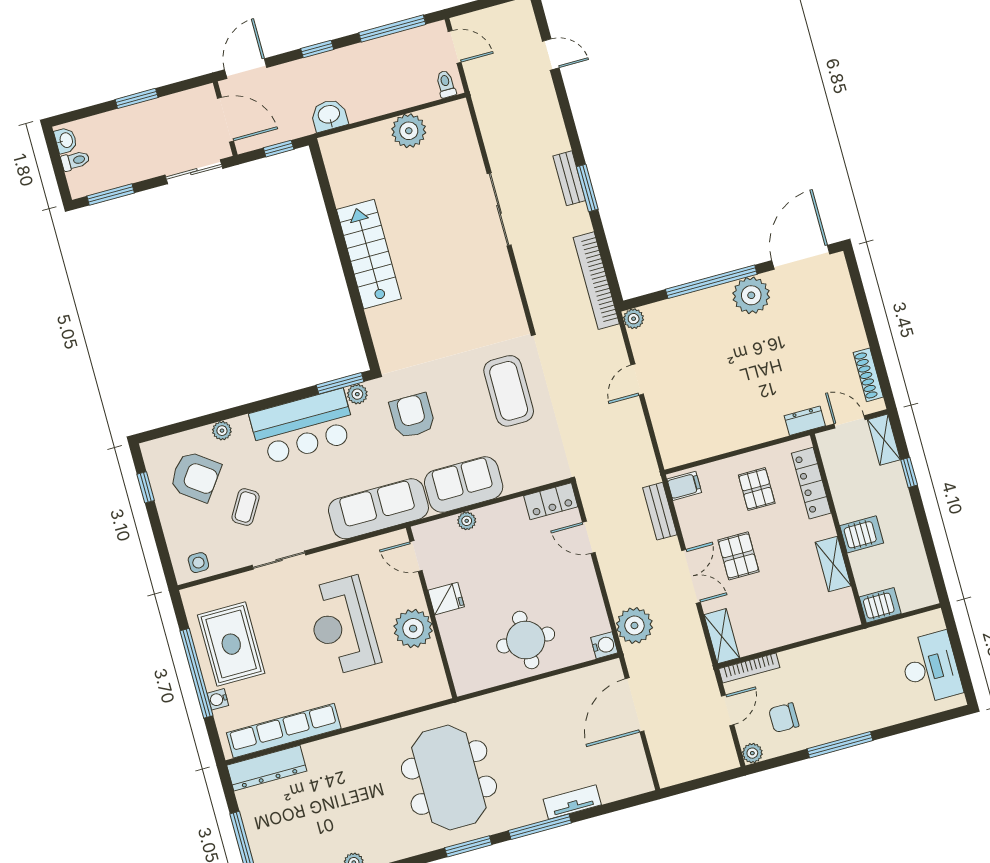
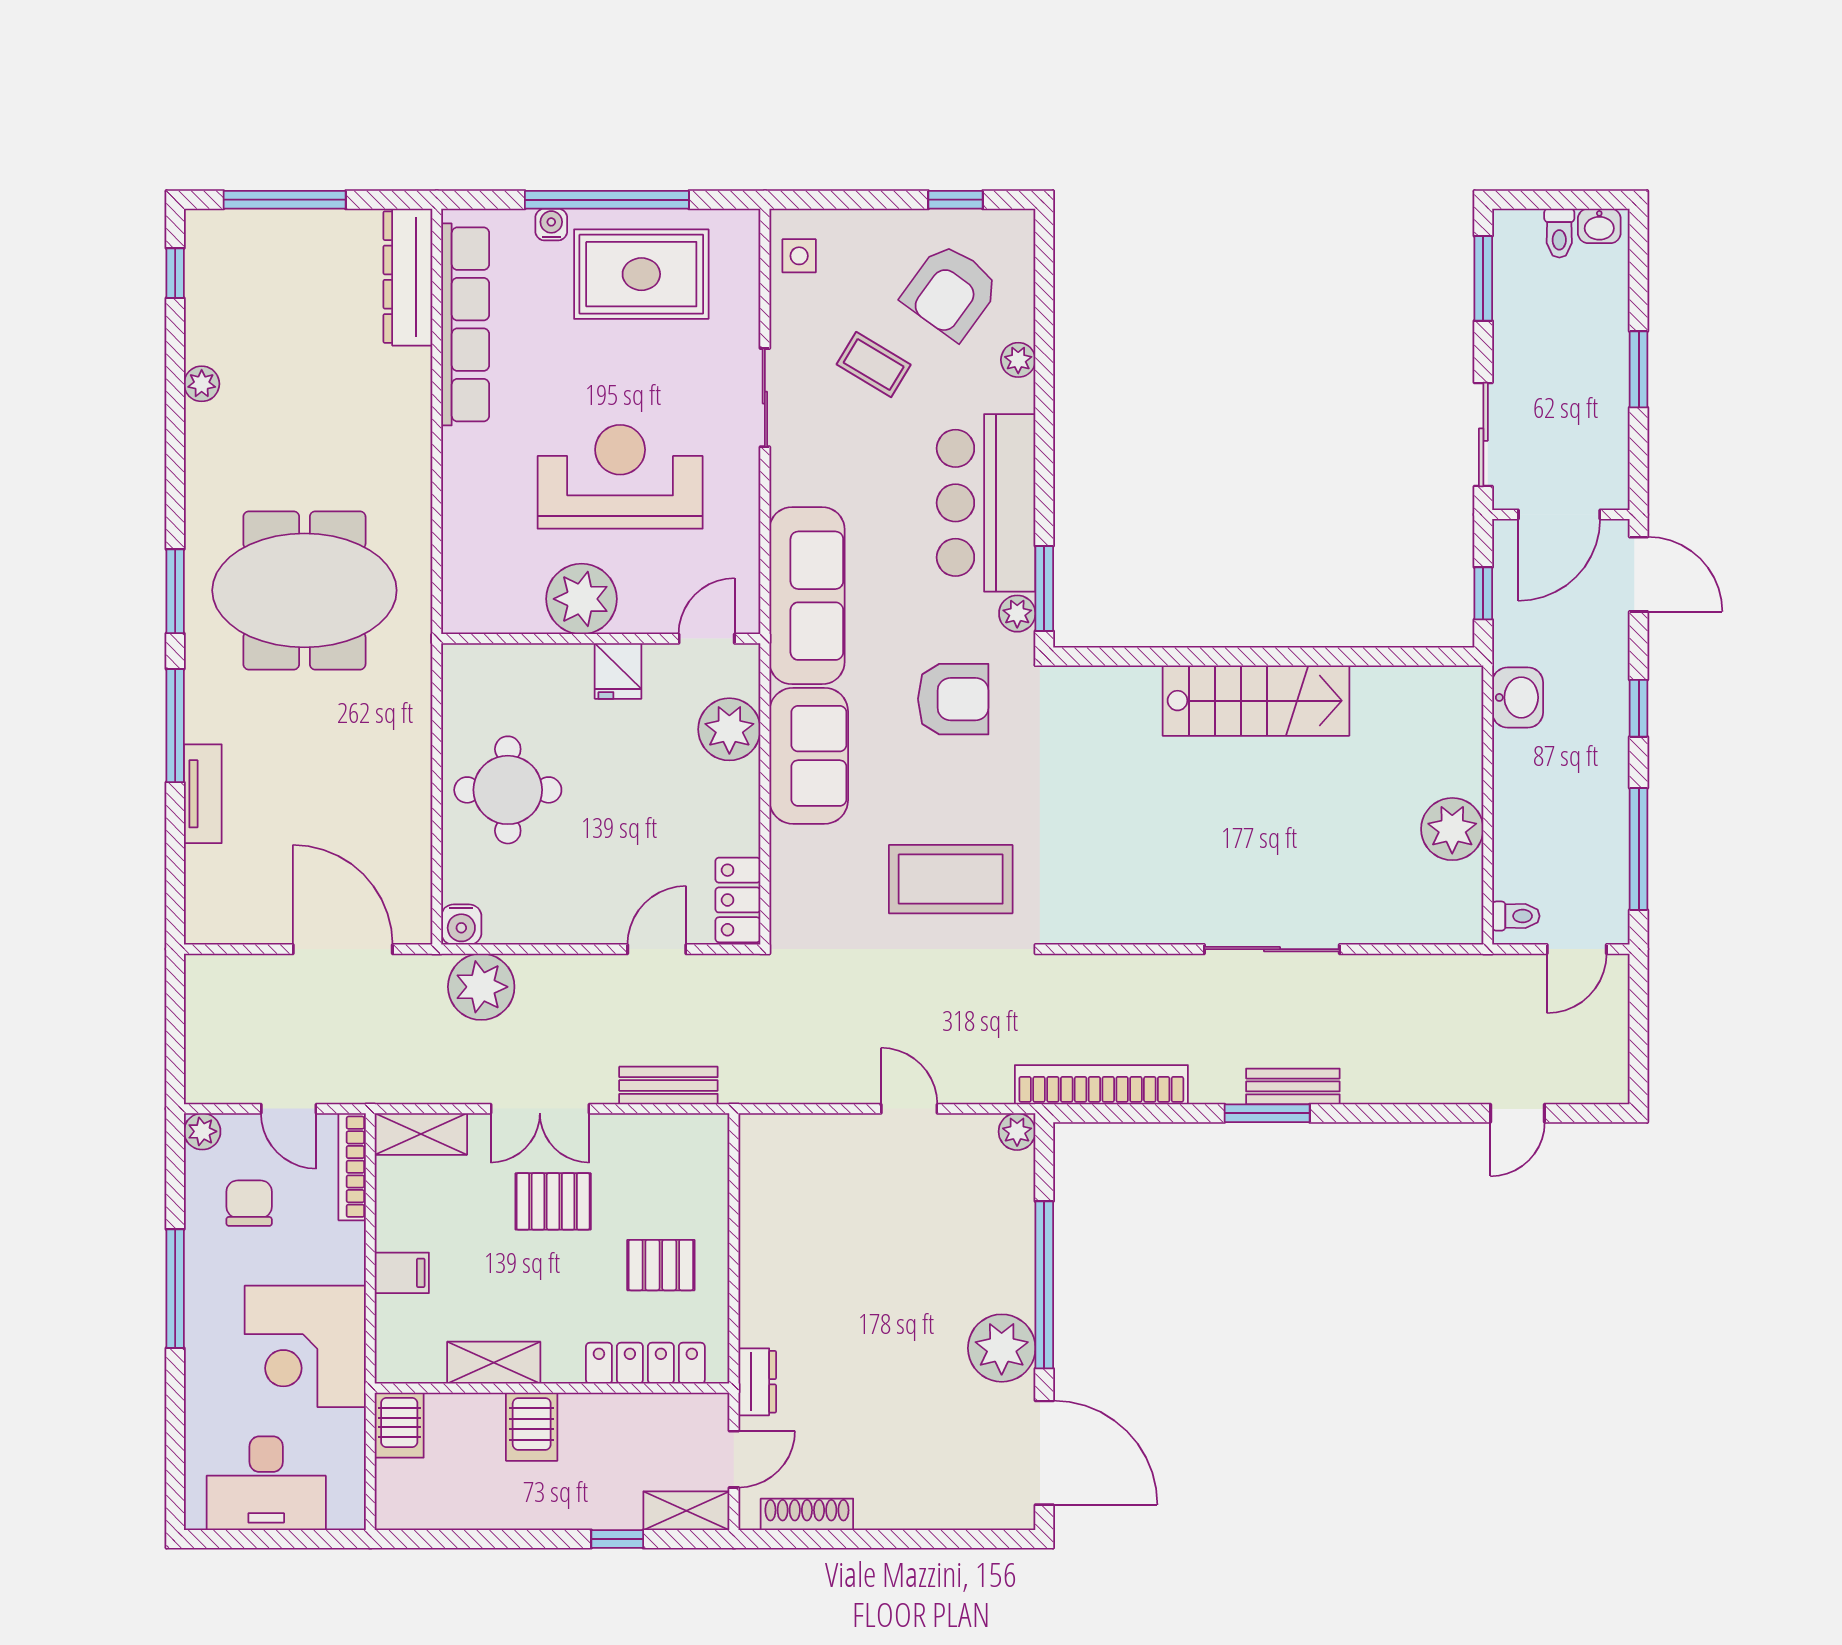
filing cabinet: (684, 486) -> (402, 1273), moved, turned -90
plant: (467, 521) -> (729, 729), width x1.88, depth x1.88
corner desk: (852, 667) -> (305, 1346), added

